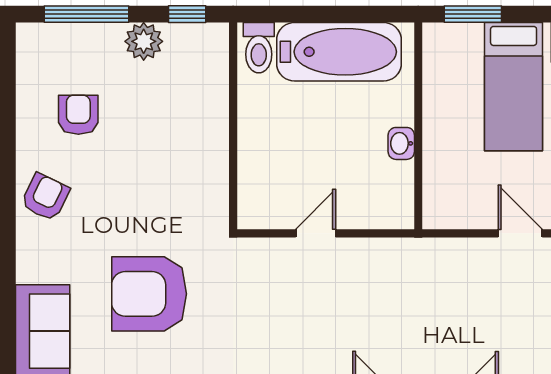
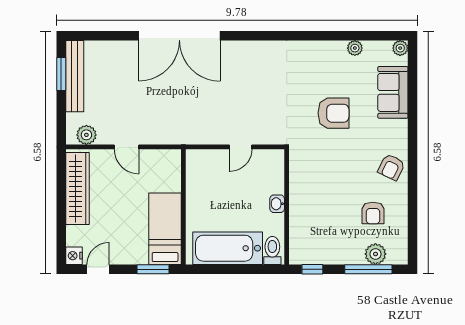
plant: (144, 41) -> (375, 254), moved
bed: (514, 87) -> (165, 229), moved
washbasin: (401, 143) -> (277, 204), moved, turned 180
armchair: (149, 294) -> (333, 113), width x0.73, depth x0.73

